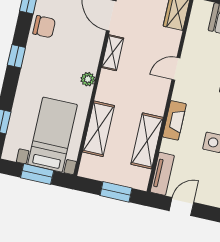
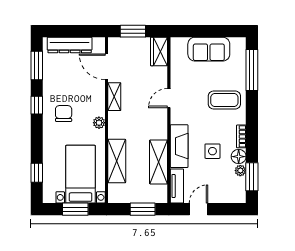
chair: (44, 27) -> (64, 114), moved, turned -90
window: (16, 56) -> (37, 105), moved
fireplace: (174, 120) -> (179, 146), width x1.37, depth x1.32

